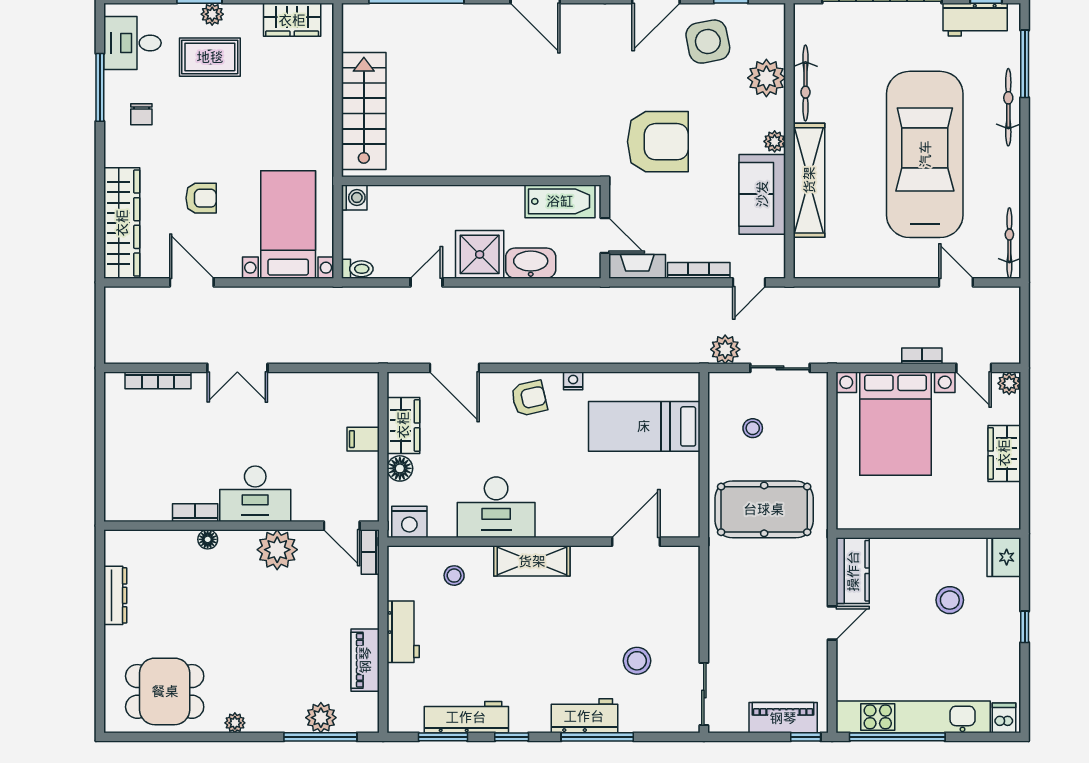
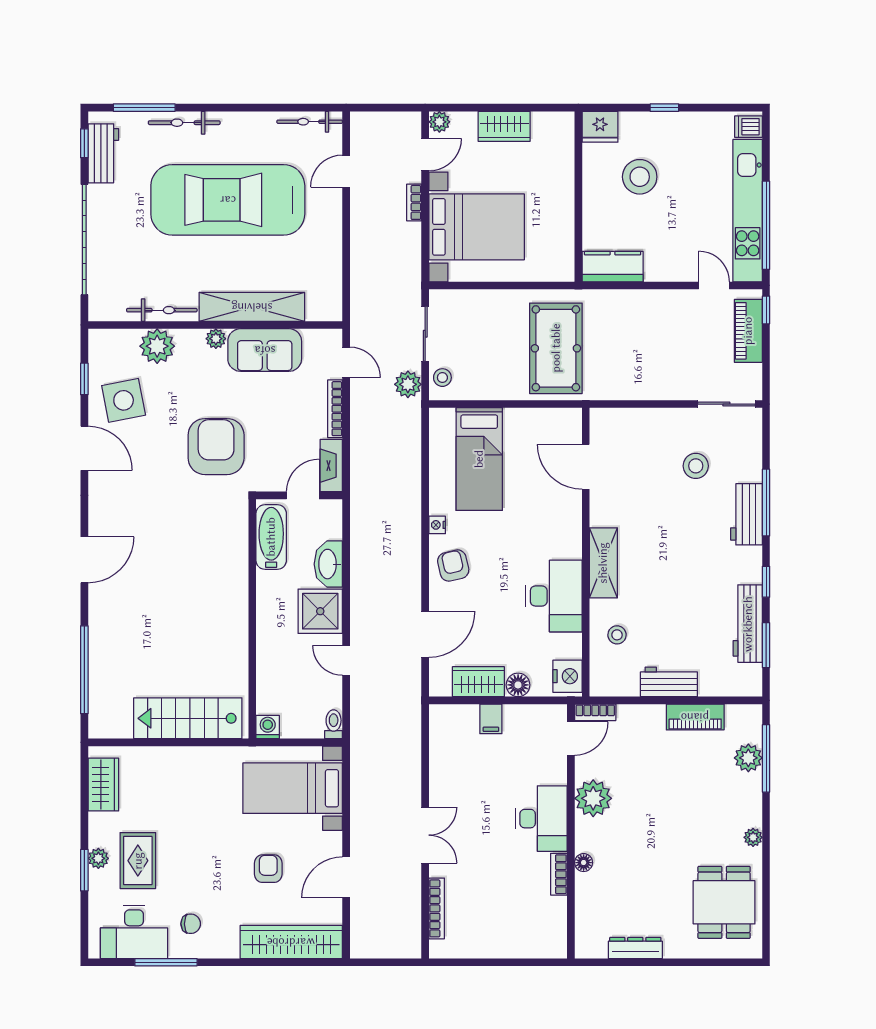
desk: (132, 43) -> (134, 932), width x1.37
stool: (753, 428) -> (442, 378), moved
stool: (950, 600) -> (640, 177), width x1.38, depth x1.38
door: (832, 623) -> (714, 285), moved

